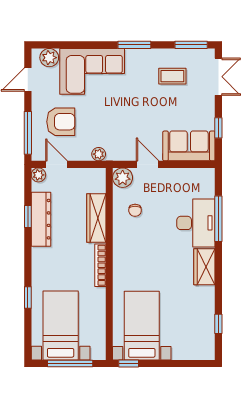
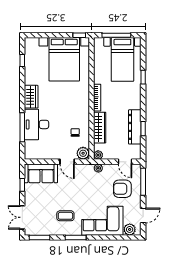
coffee table: (172, 76) -> (65, 216), moved
plant: (38, 175) -> (98, 155), moved
bed with nightstands: (142, 326) -> (64, 59), width x1.36

